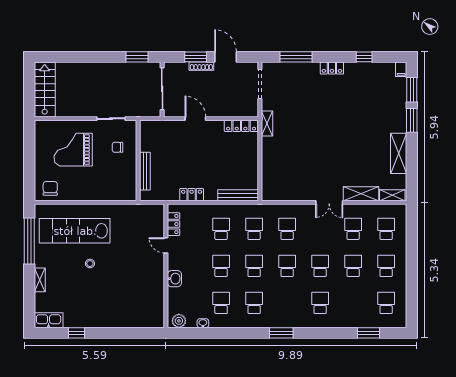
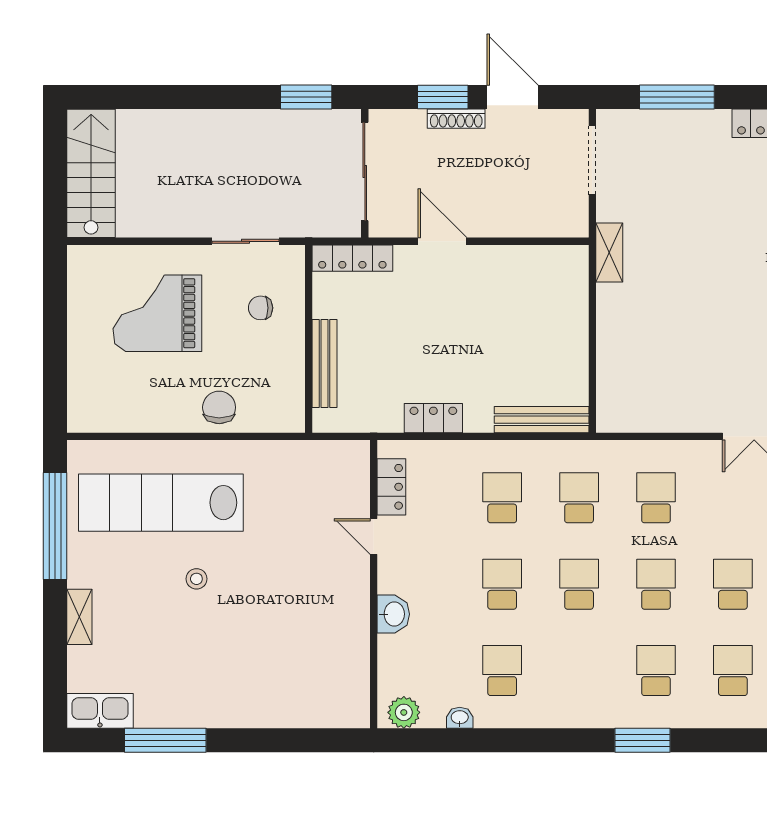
locker: (241, 126) -> (352, 258), moved
chair: (50, 188) -> (219, 407), moved
school desk: (254, 303) -> (656, 671), moved
window: (77, 333) -> (165, 740), width x2.17

